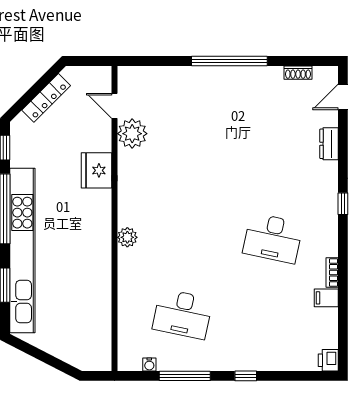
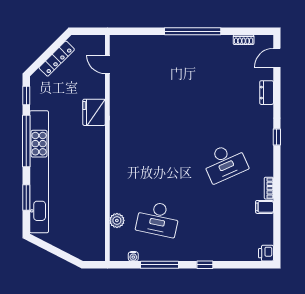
plant: (132, 134) -> (121, 85), removed
plant: (127, 237) -> (117, 220), moved
desk: (273, 238) -> (225, 163), turned -36

